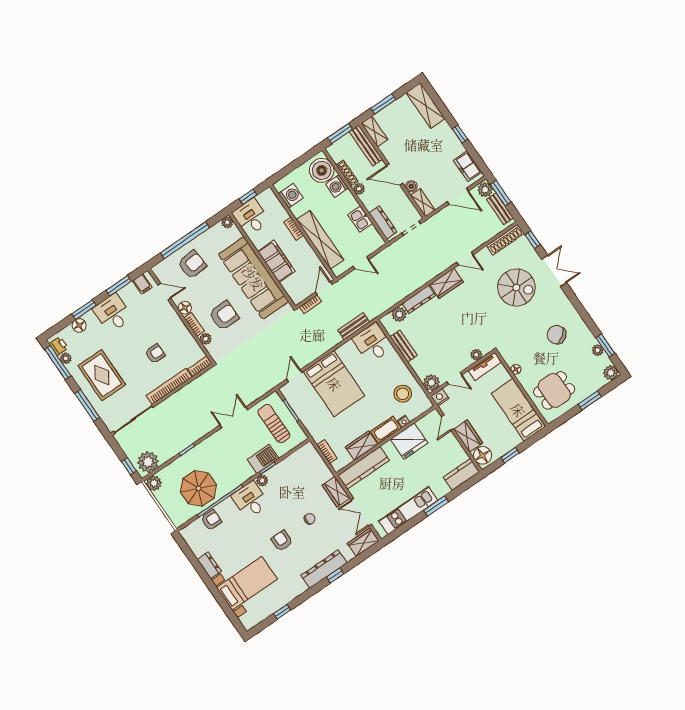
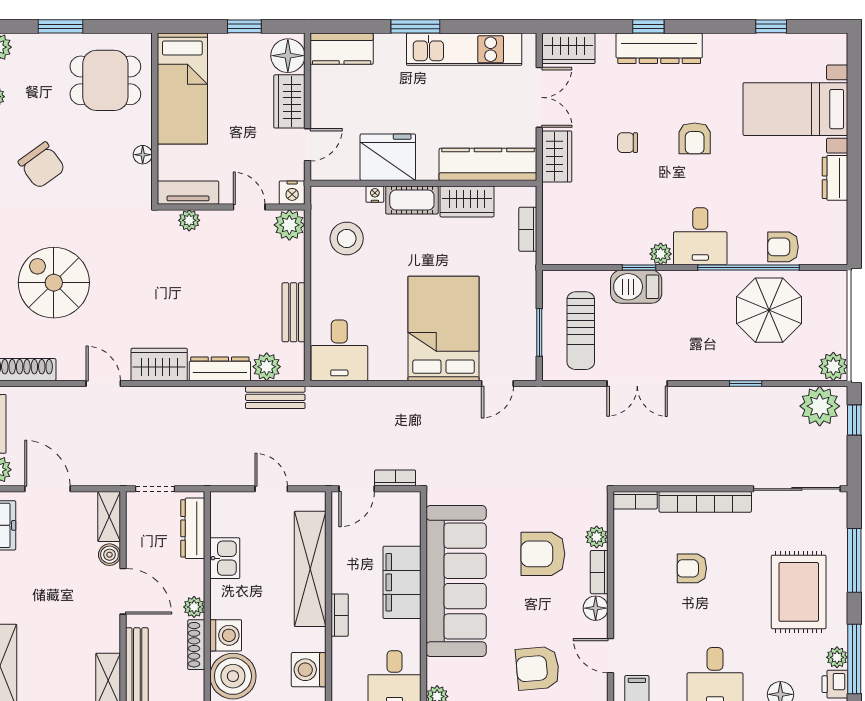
bench: (354, 326) -> (275, 397), moved

